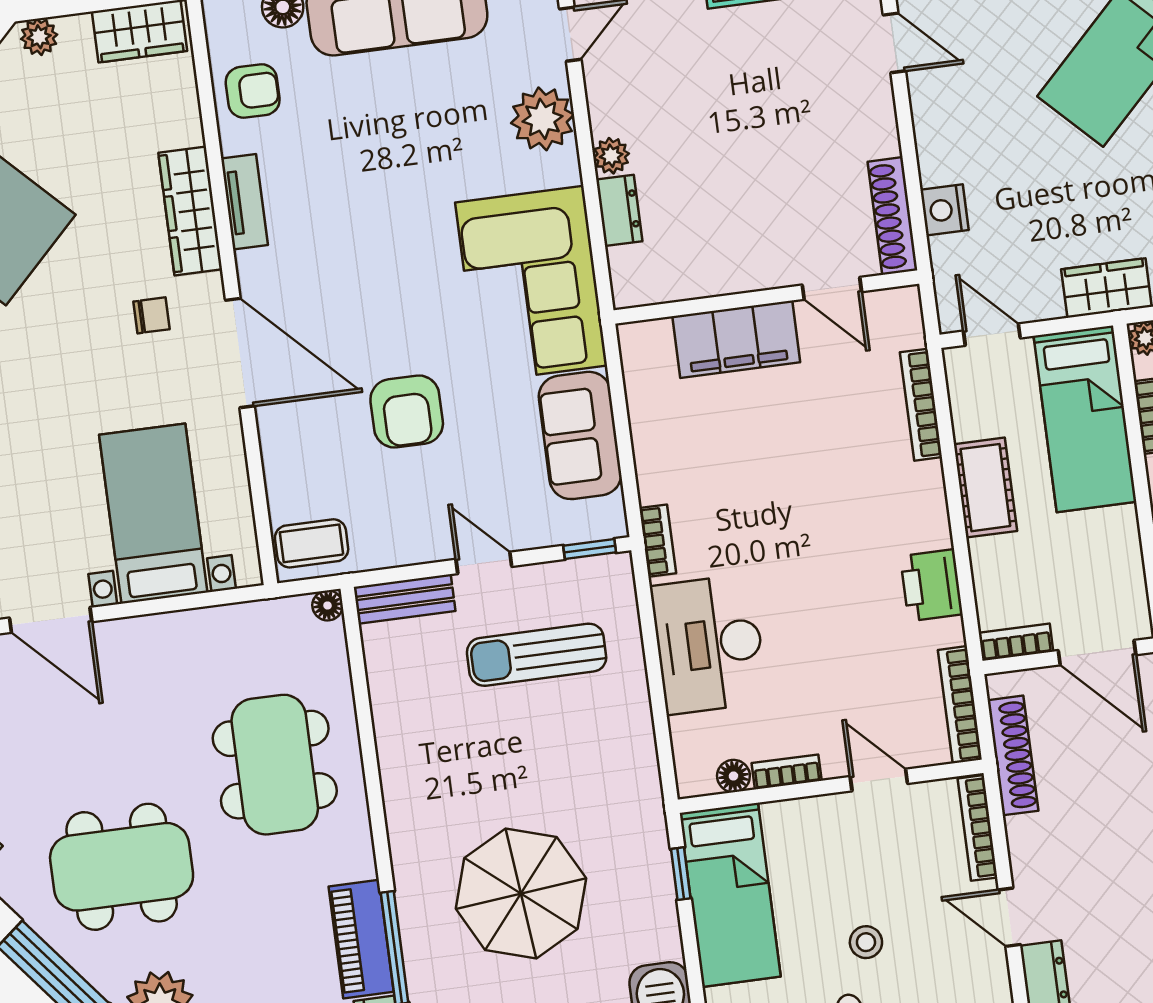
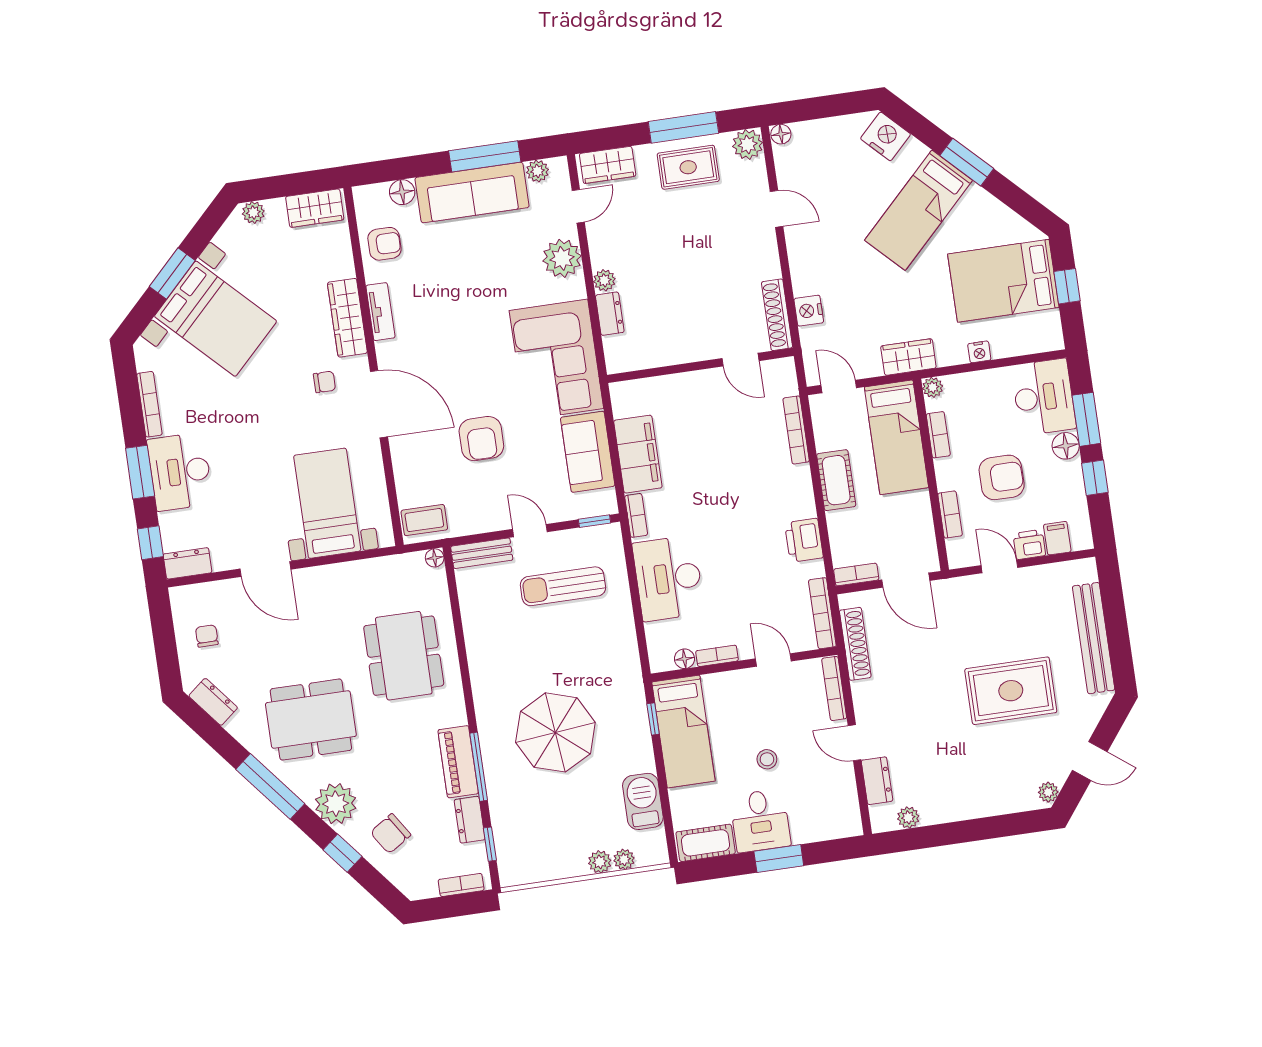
filing cabinet: (736, 339) -> (638, 454), moved, turned -90

